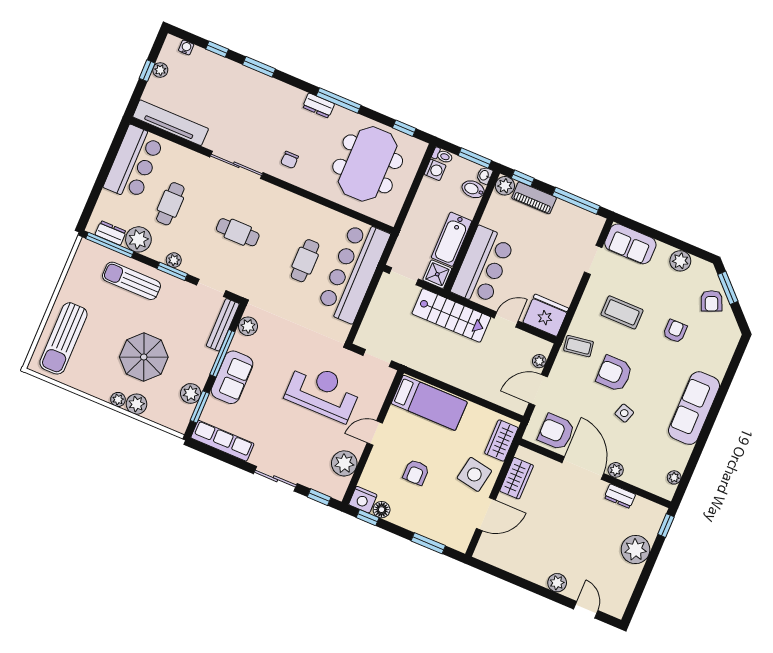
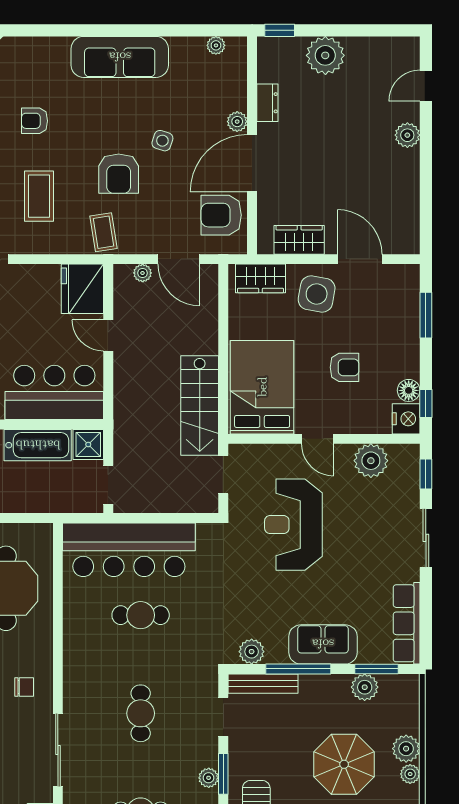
stairs: (451, 315) -> (200, 405), moved, turned 180
bed: (429, 403) -> (262, 387), width x1.50
armchair: (556, 432) -> (221, 215), turned 90

